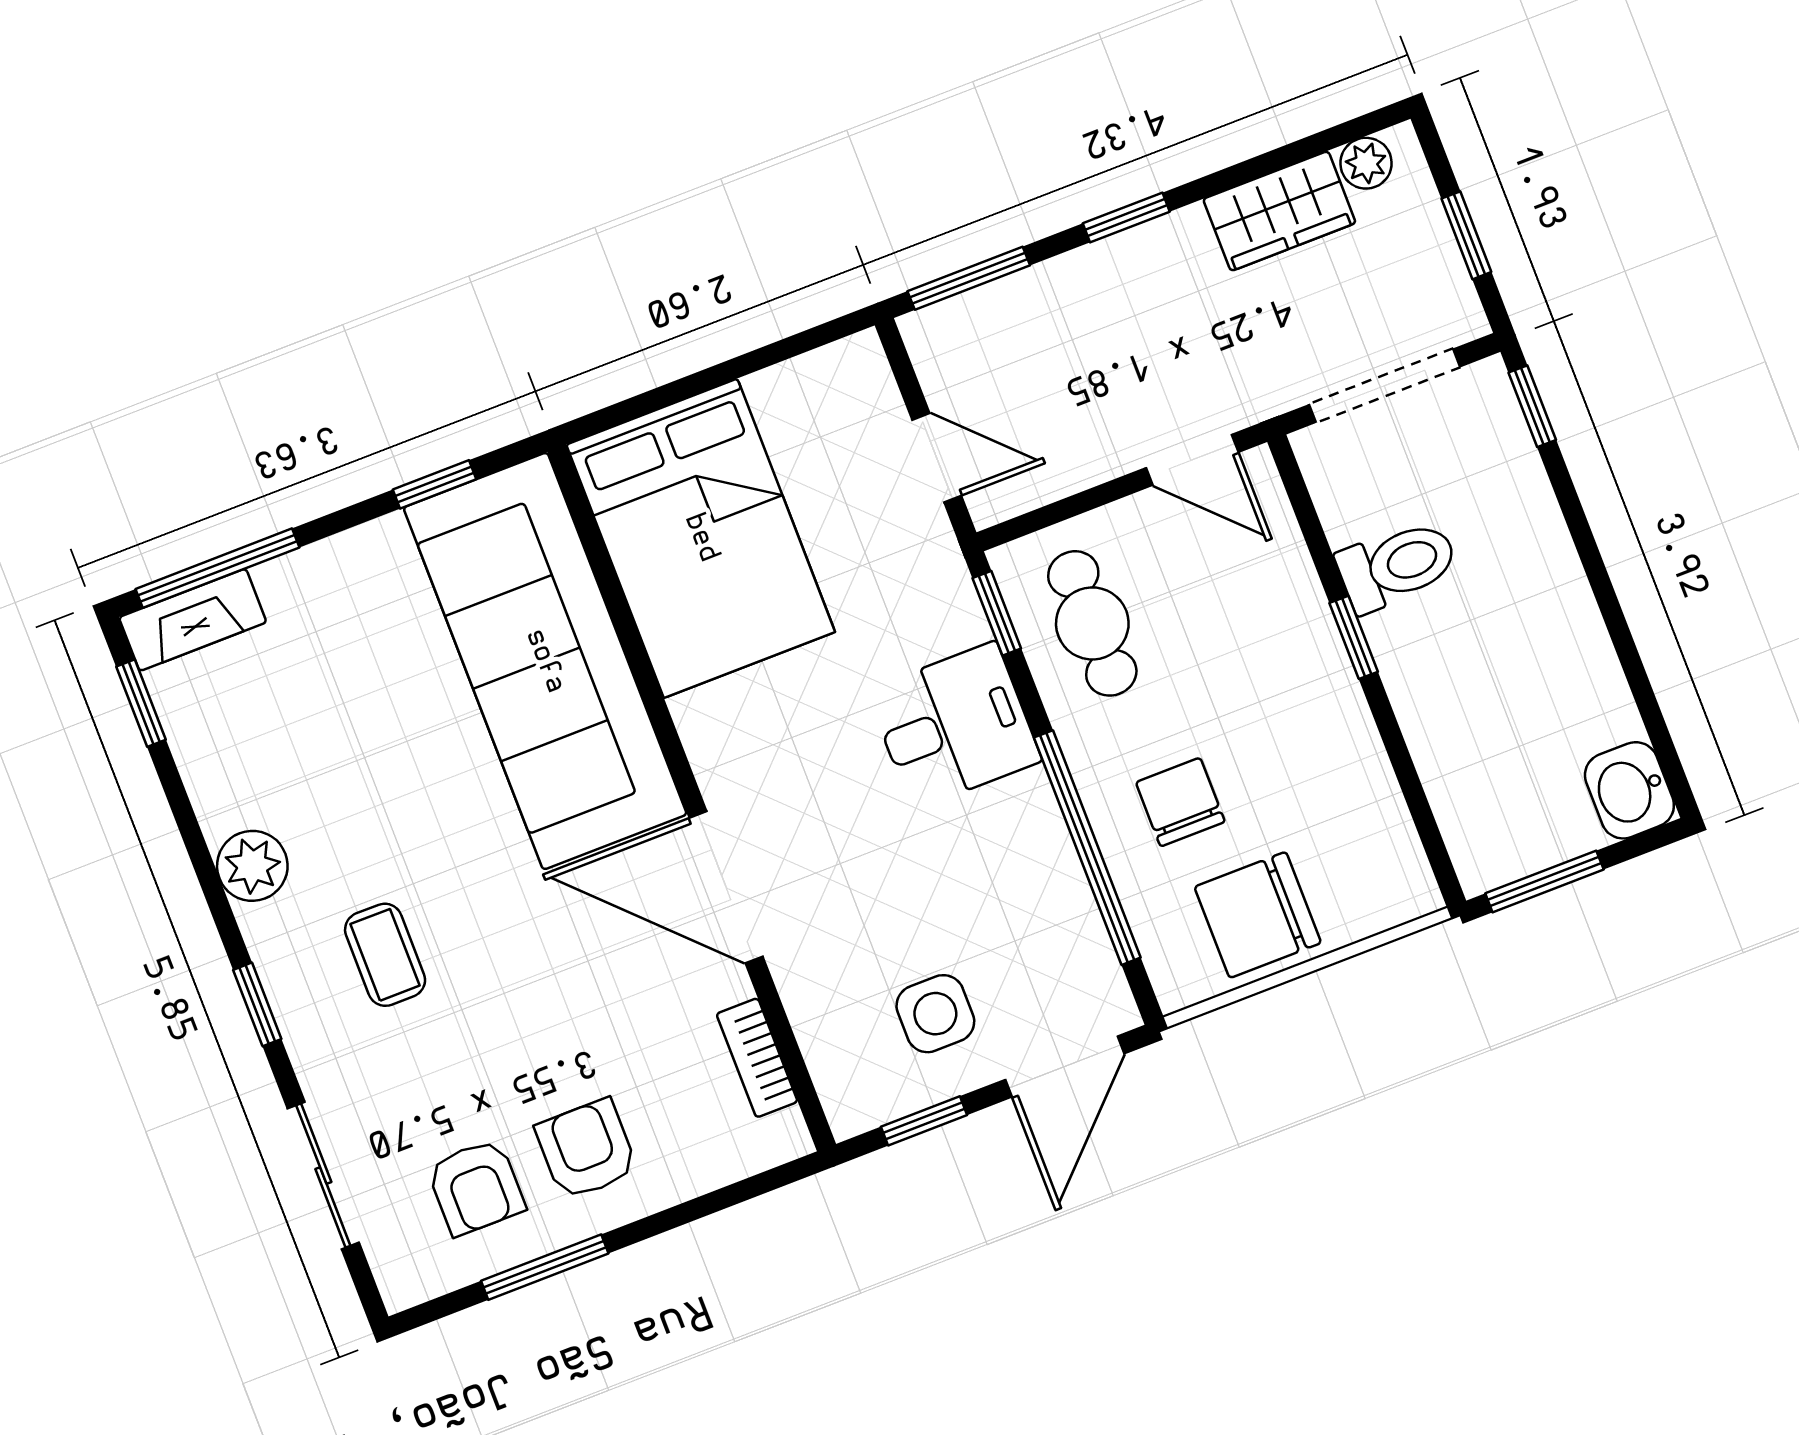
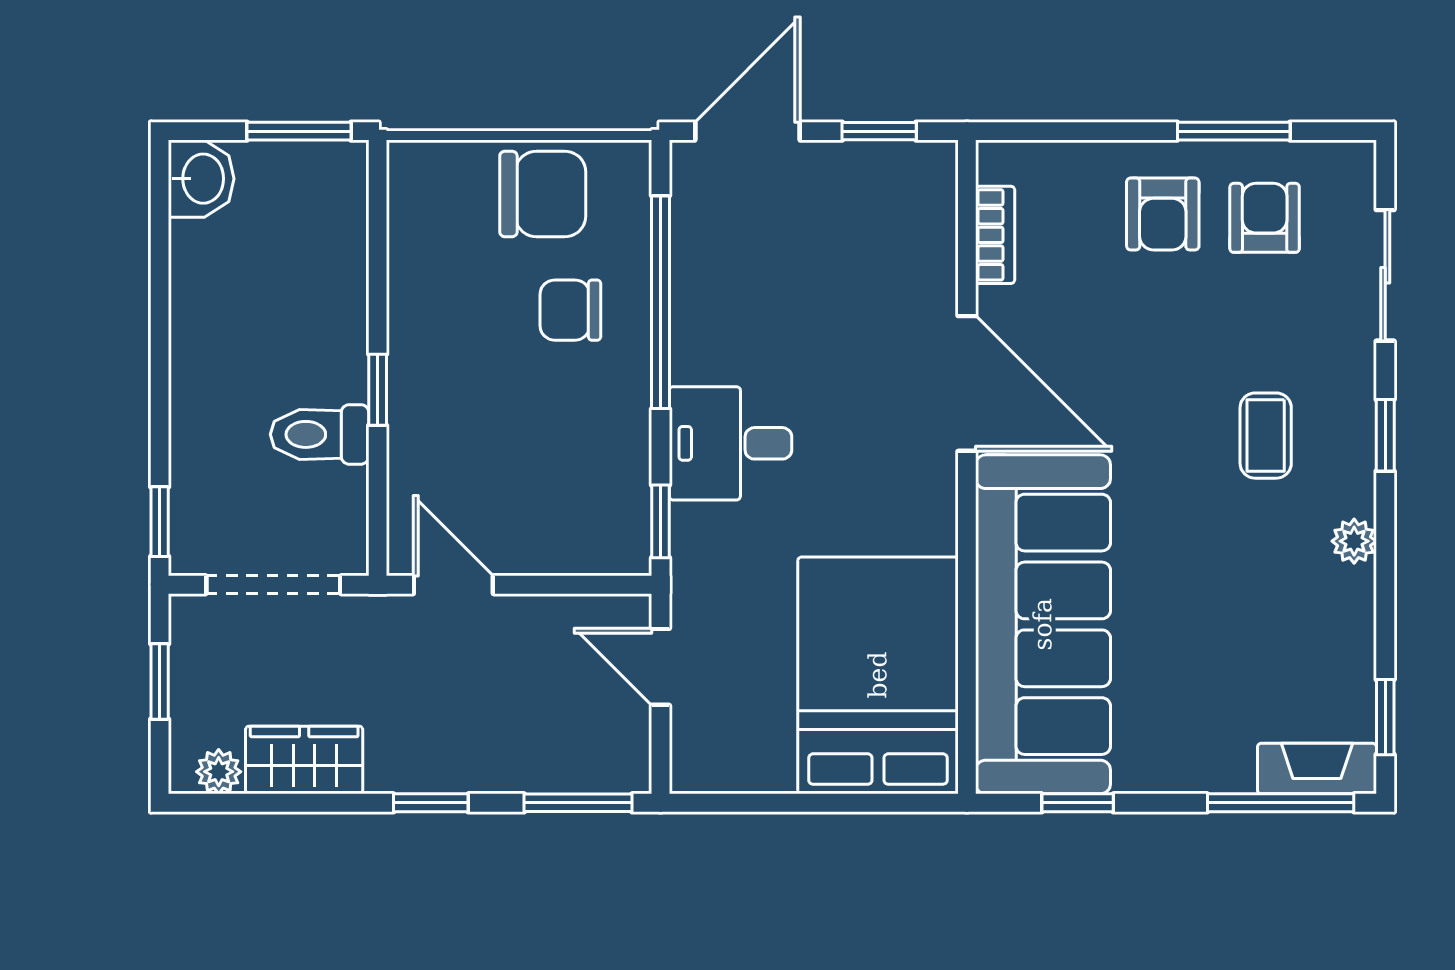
cafe table: (1092, 623) -> (586, 483), removed
chair: (1180, 802) -> (570, 310), turned 90
plant: (252, 866) -> (1354, 541), width x0.73, depth x0.73
side table: (935, 1014) -> (836, 215), removed

